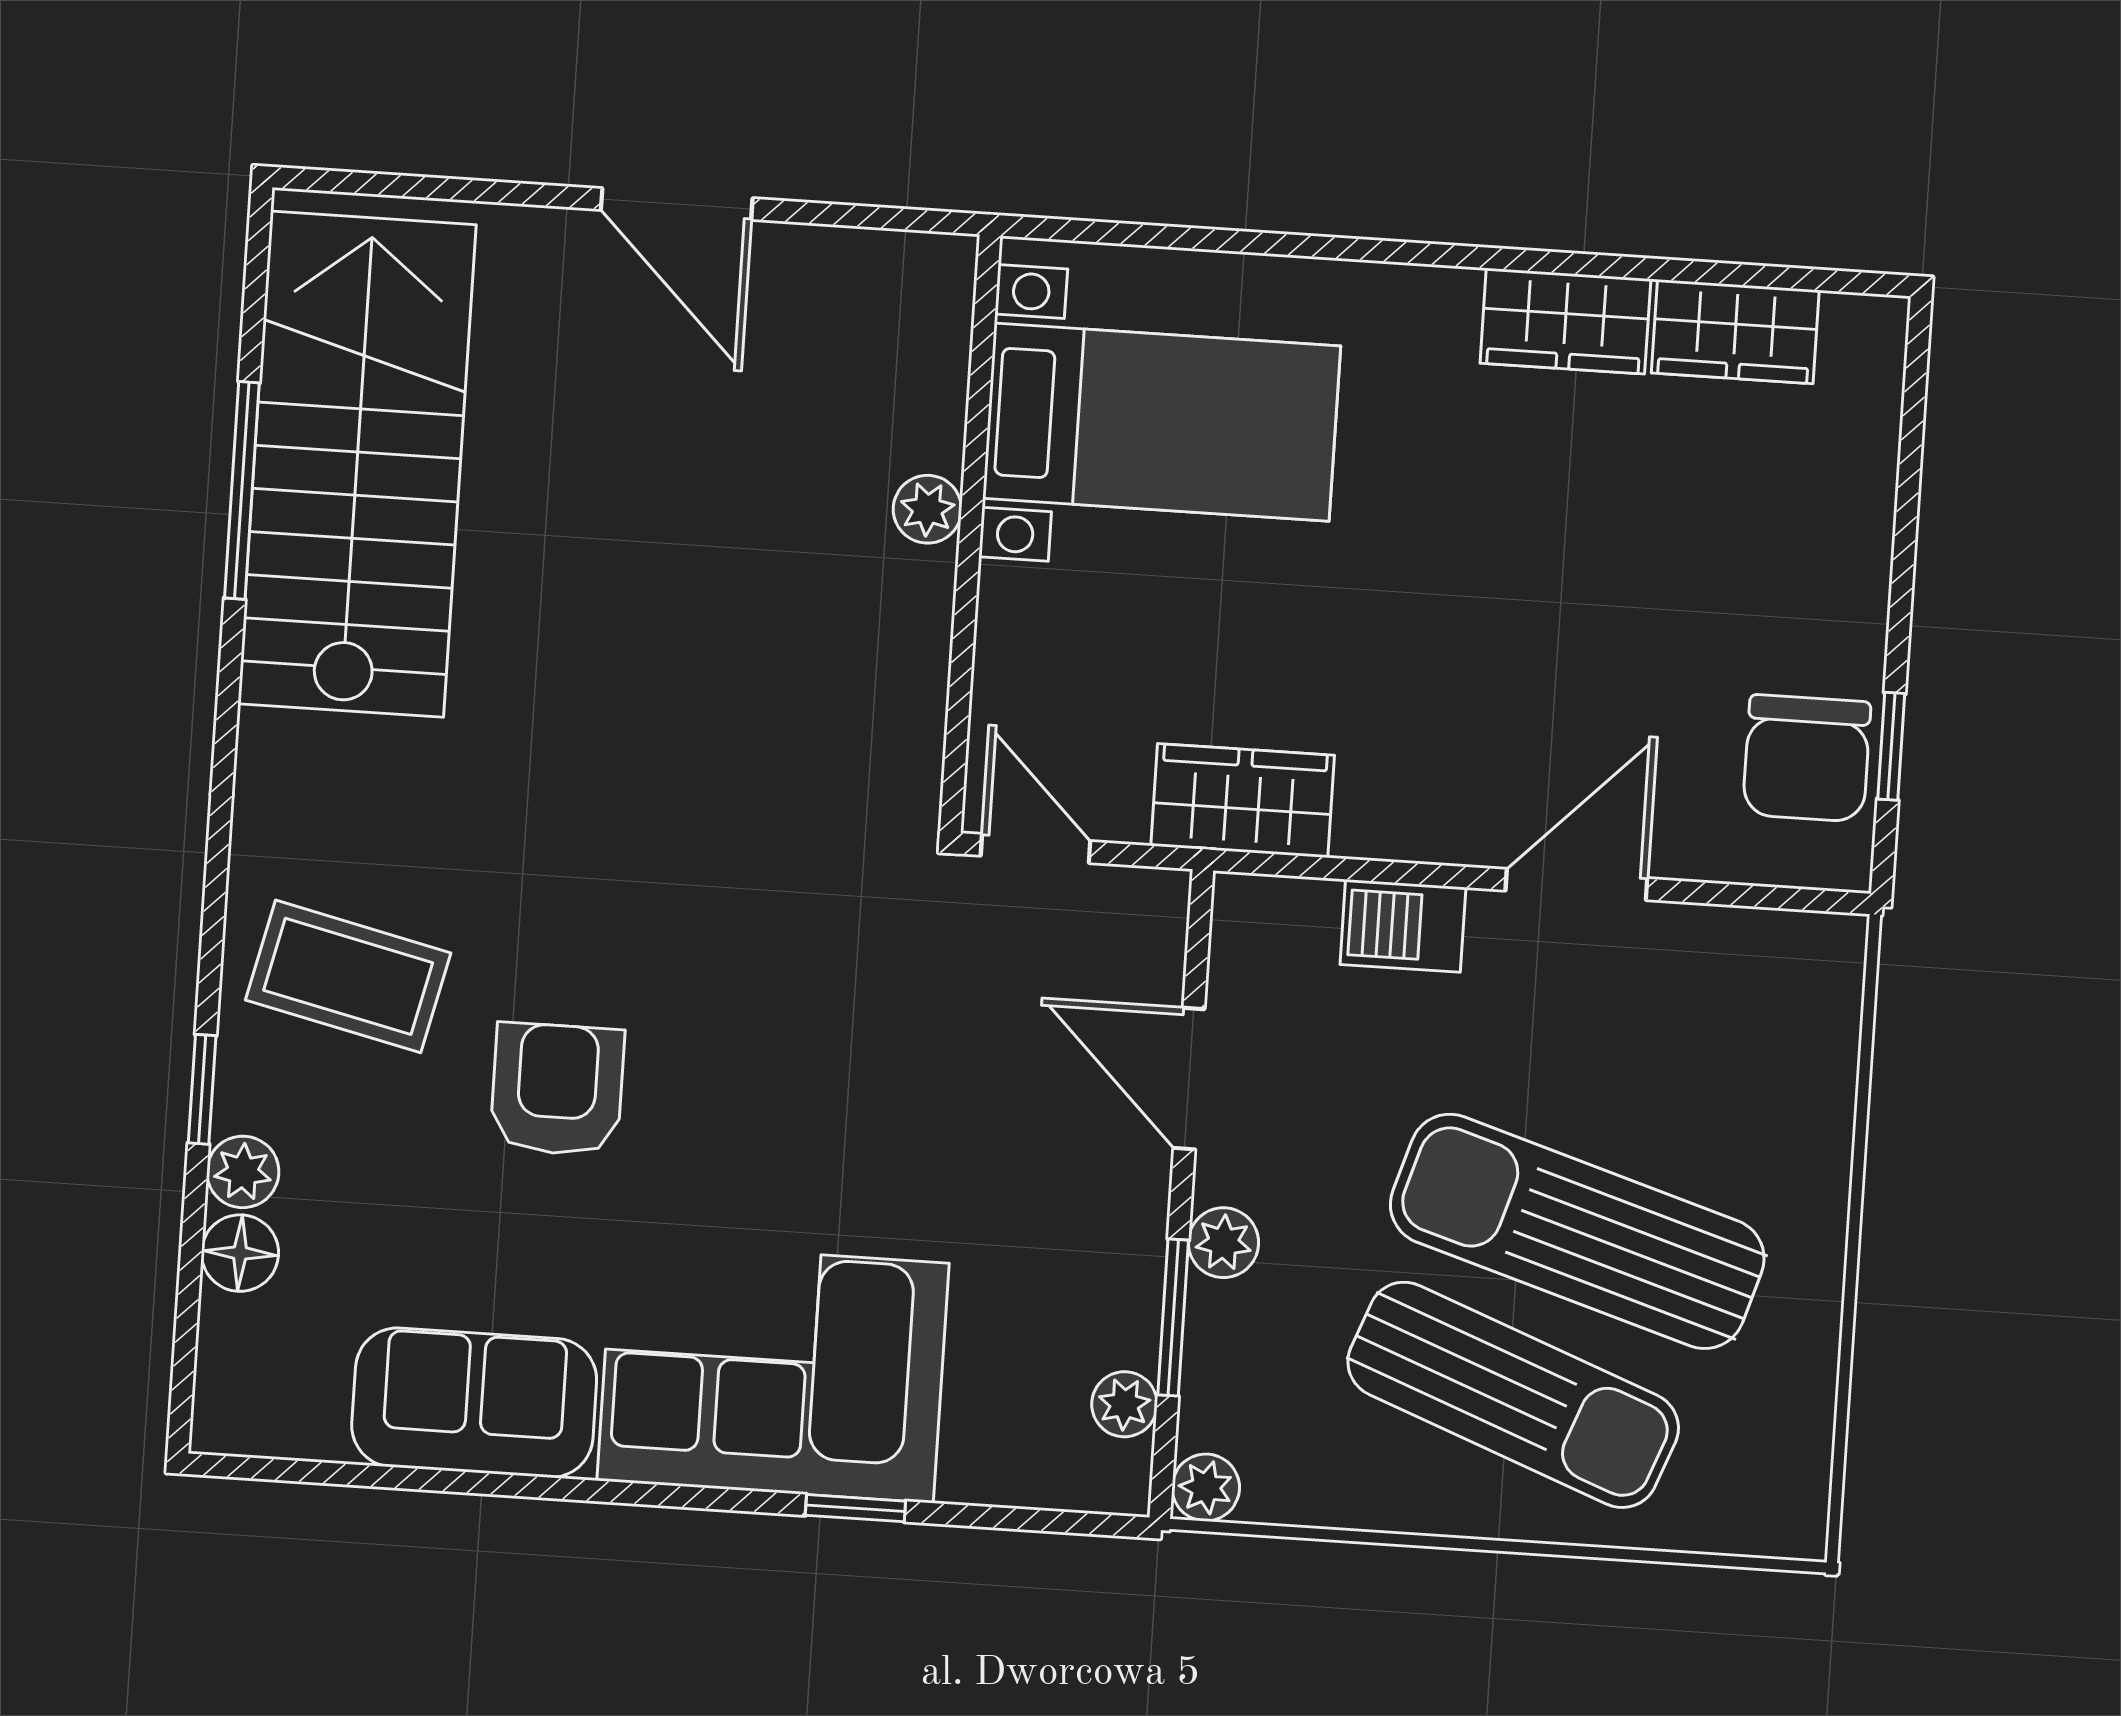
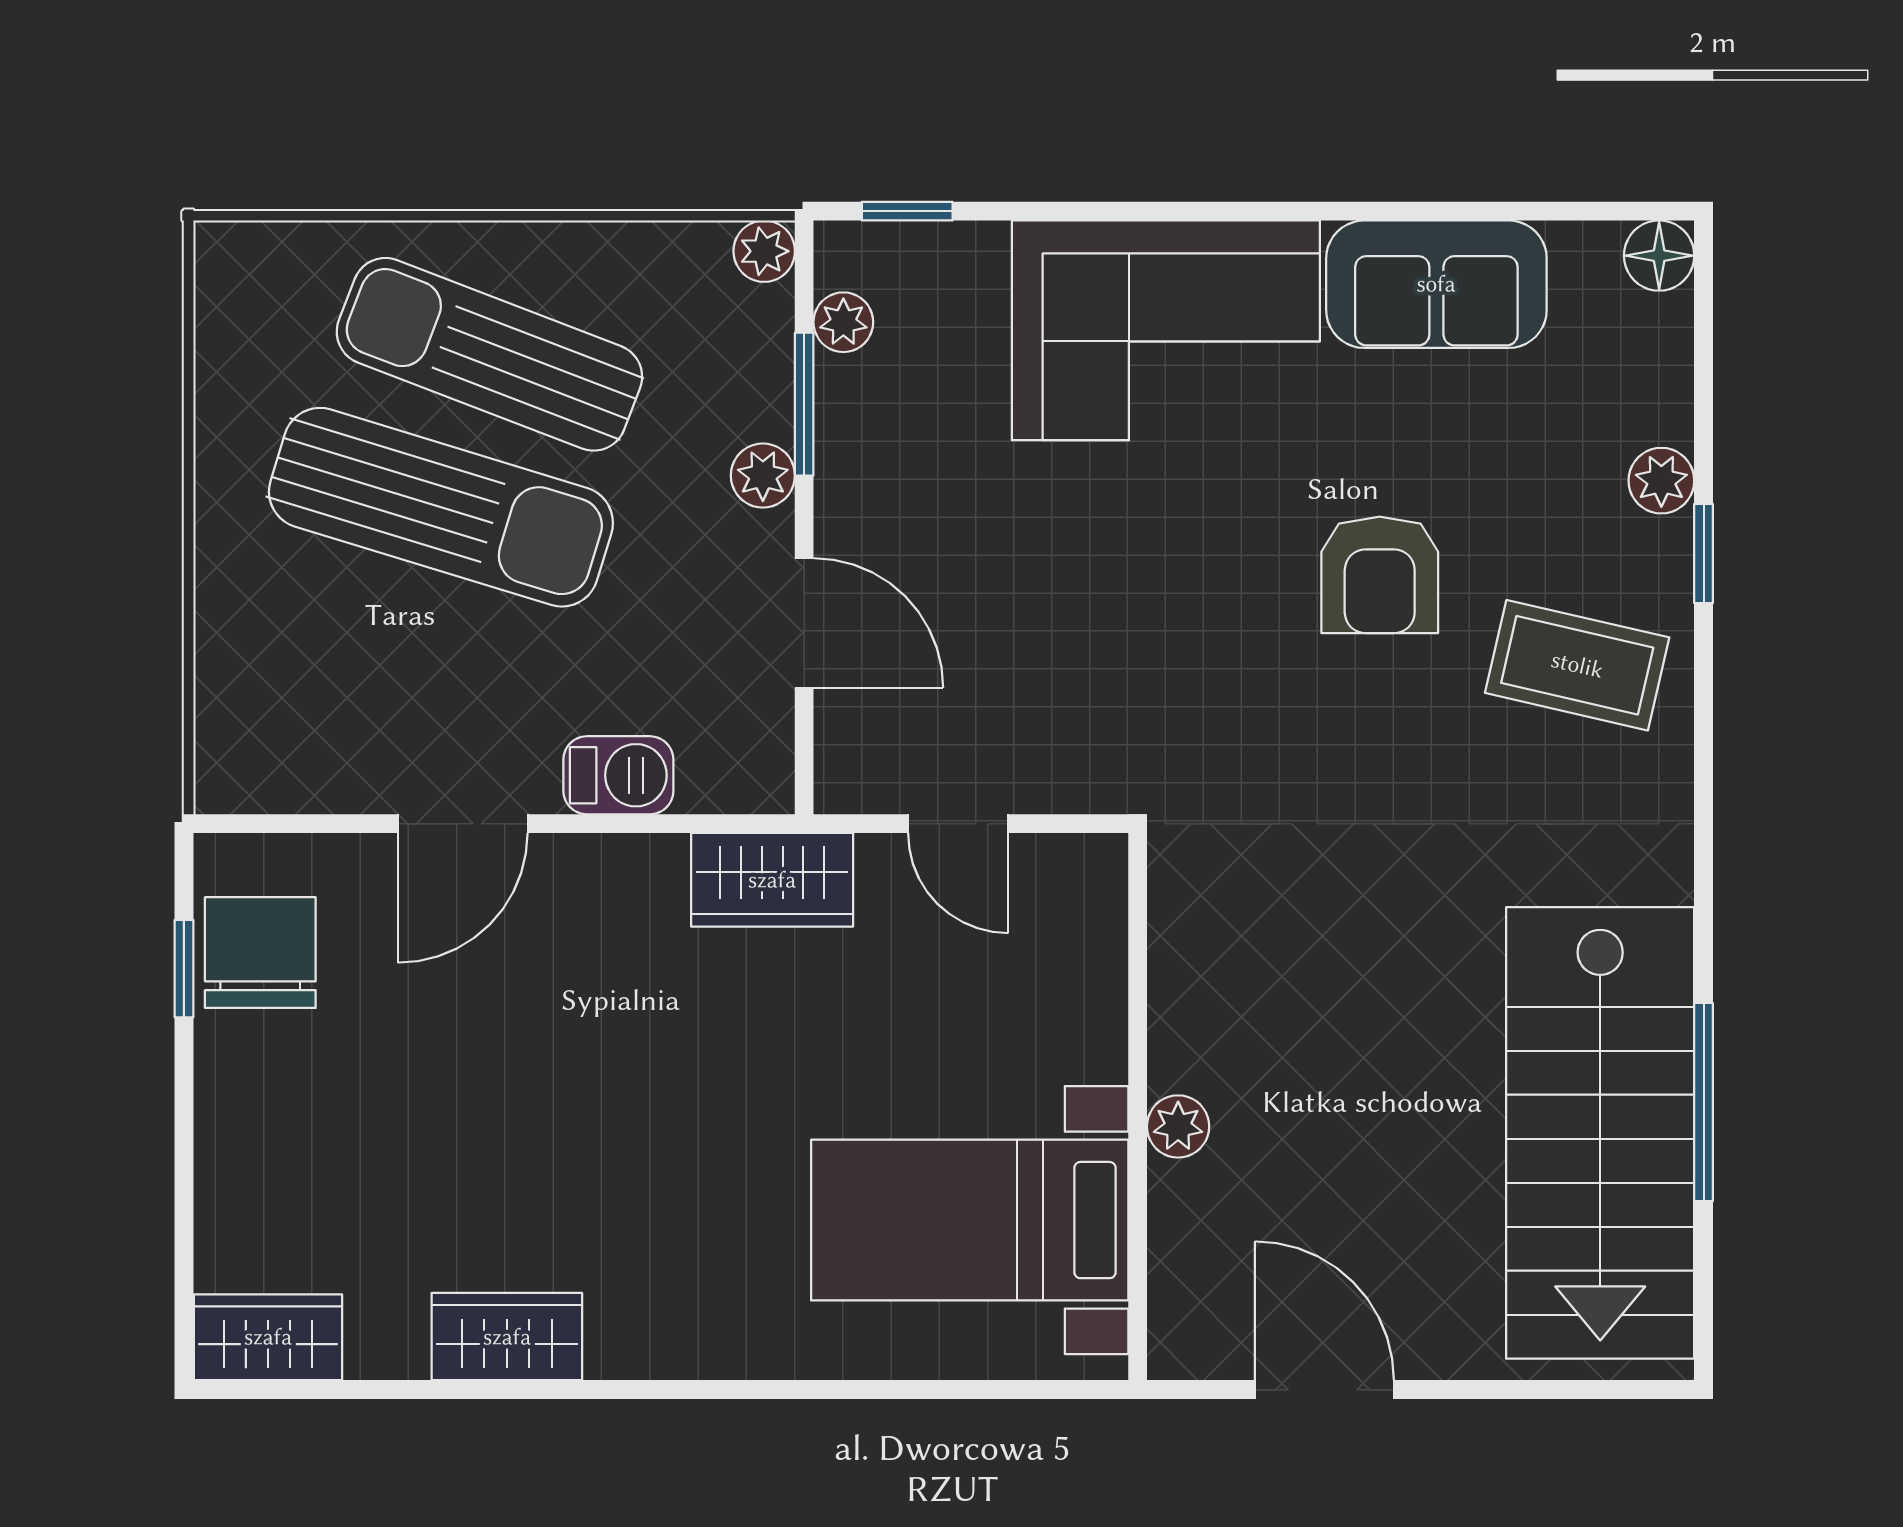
wardrobe: (1735, 332) -> (268, 1337), moved
bed with nightstands: (1162, 422) -> (970, 1220), moved
plant: (927, 509) -> (1178, 1126), moved
wall: (970, 534) -> (1138, 1107), moved
floor lamp: (240, 1253) -> (1659, 256), moved
window: (855, 1508) -> (907, 211), moved

